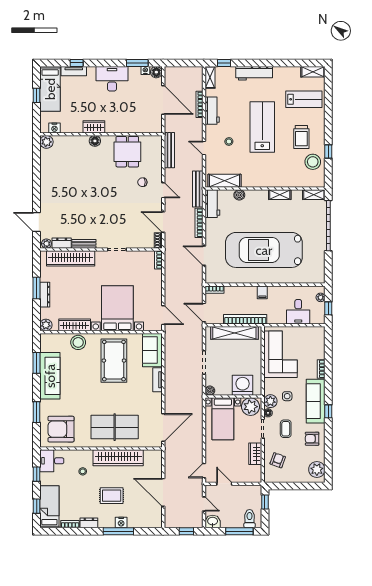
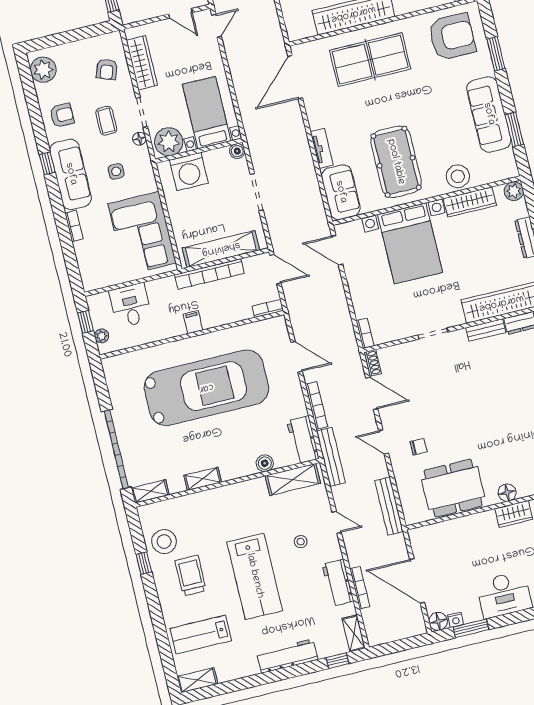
dining table: (127, 152) -> (453, 488), width x1.38
plant: (270, 401) -> (140, 158), removed
wardrobe: (255, 454) -> (142, 63), width x1.50

